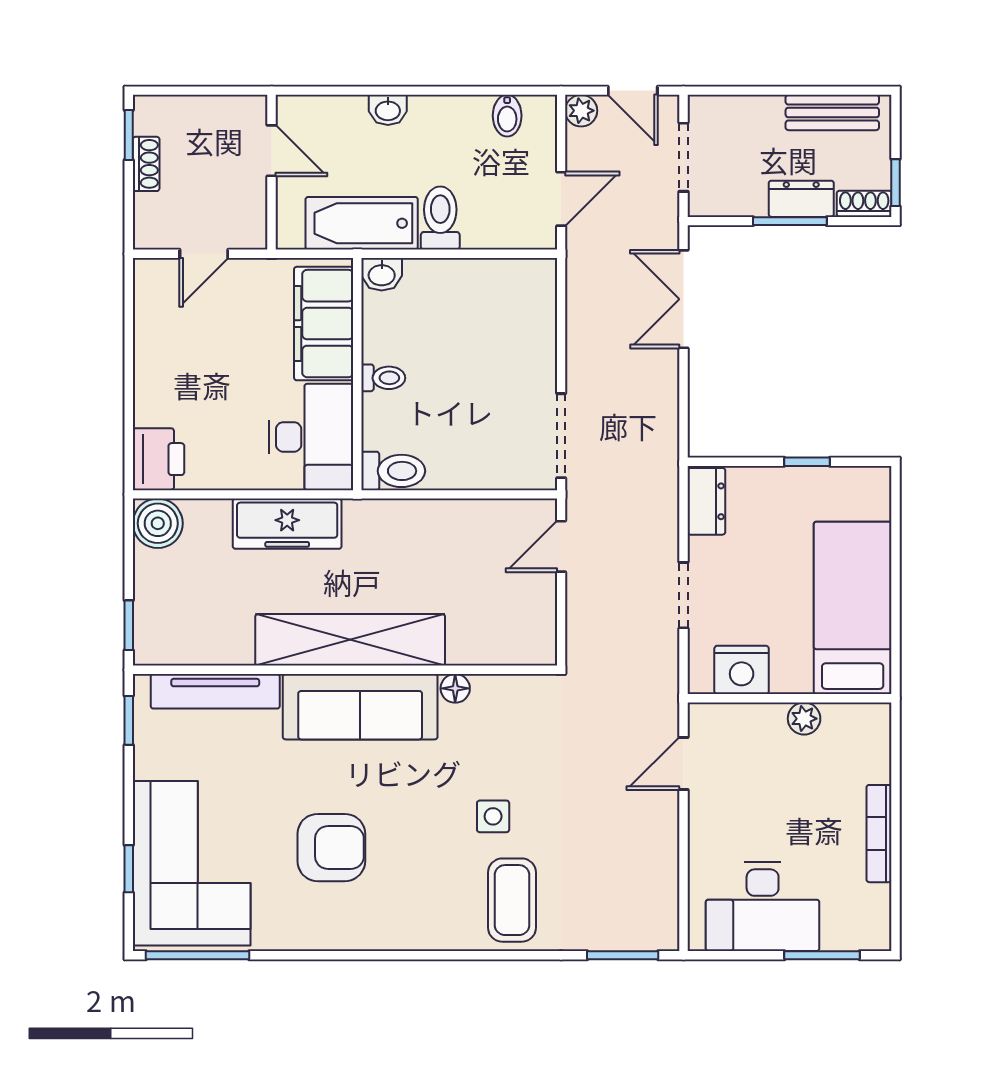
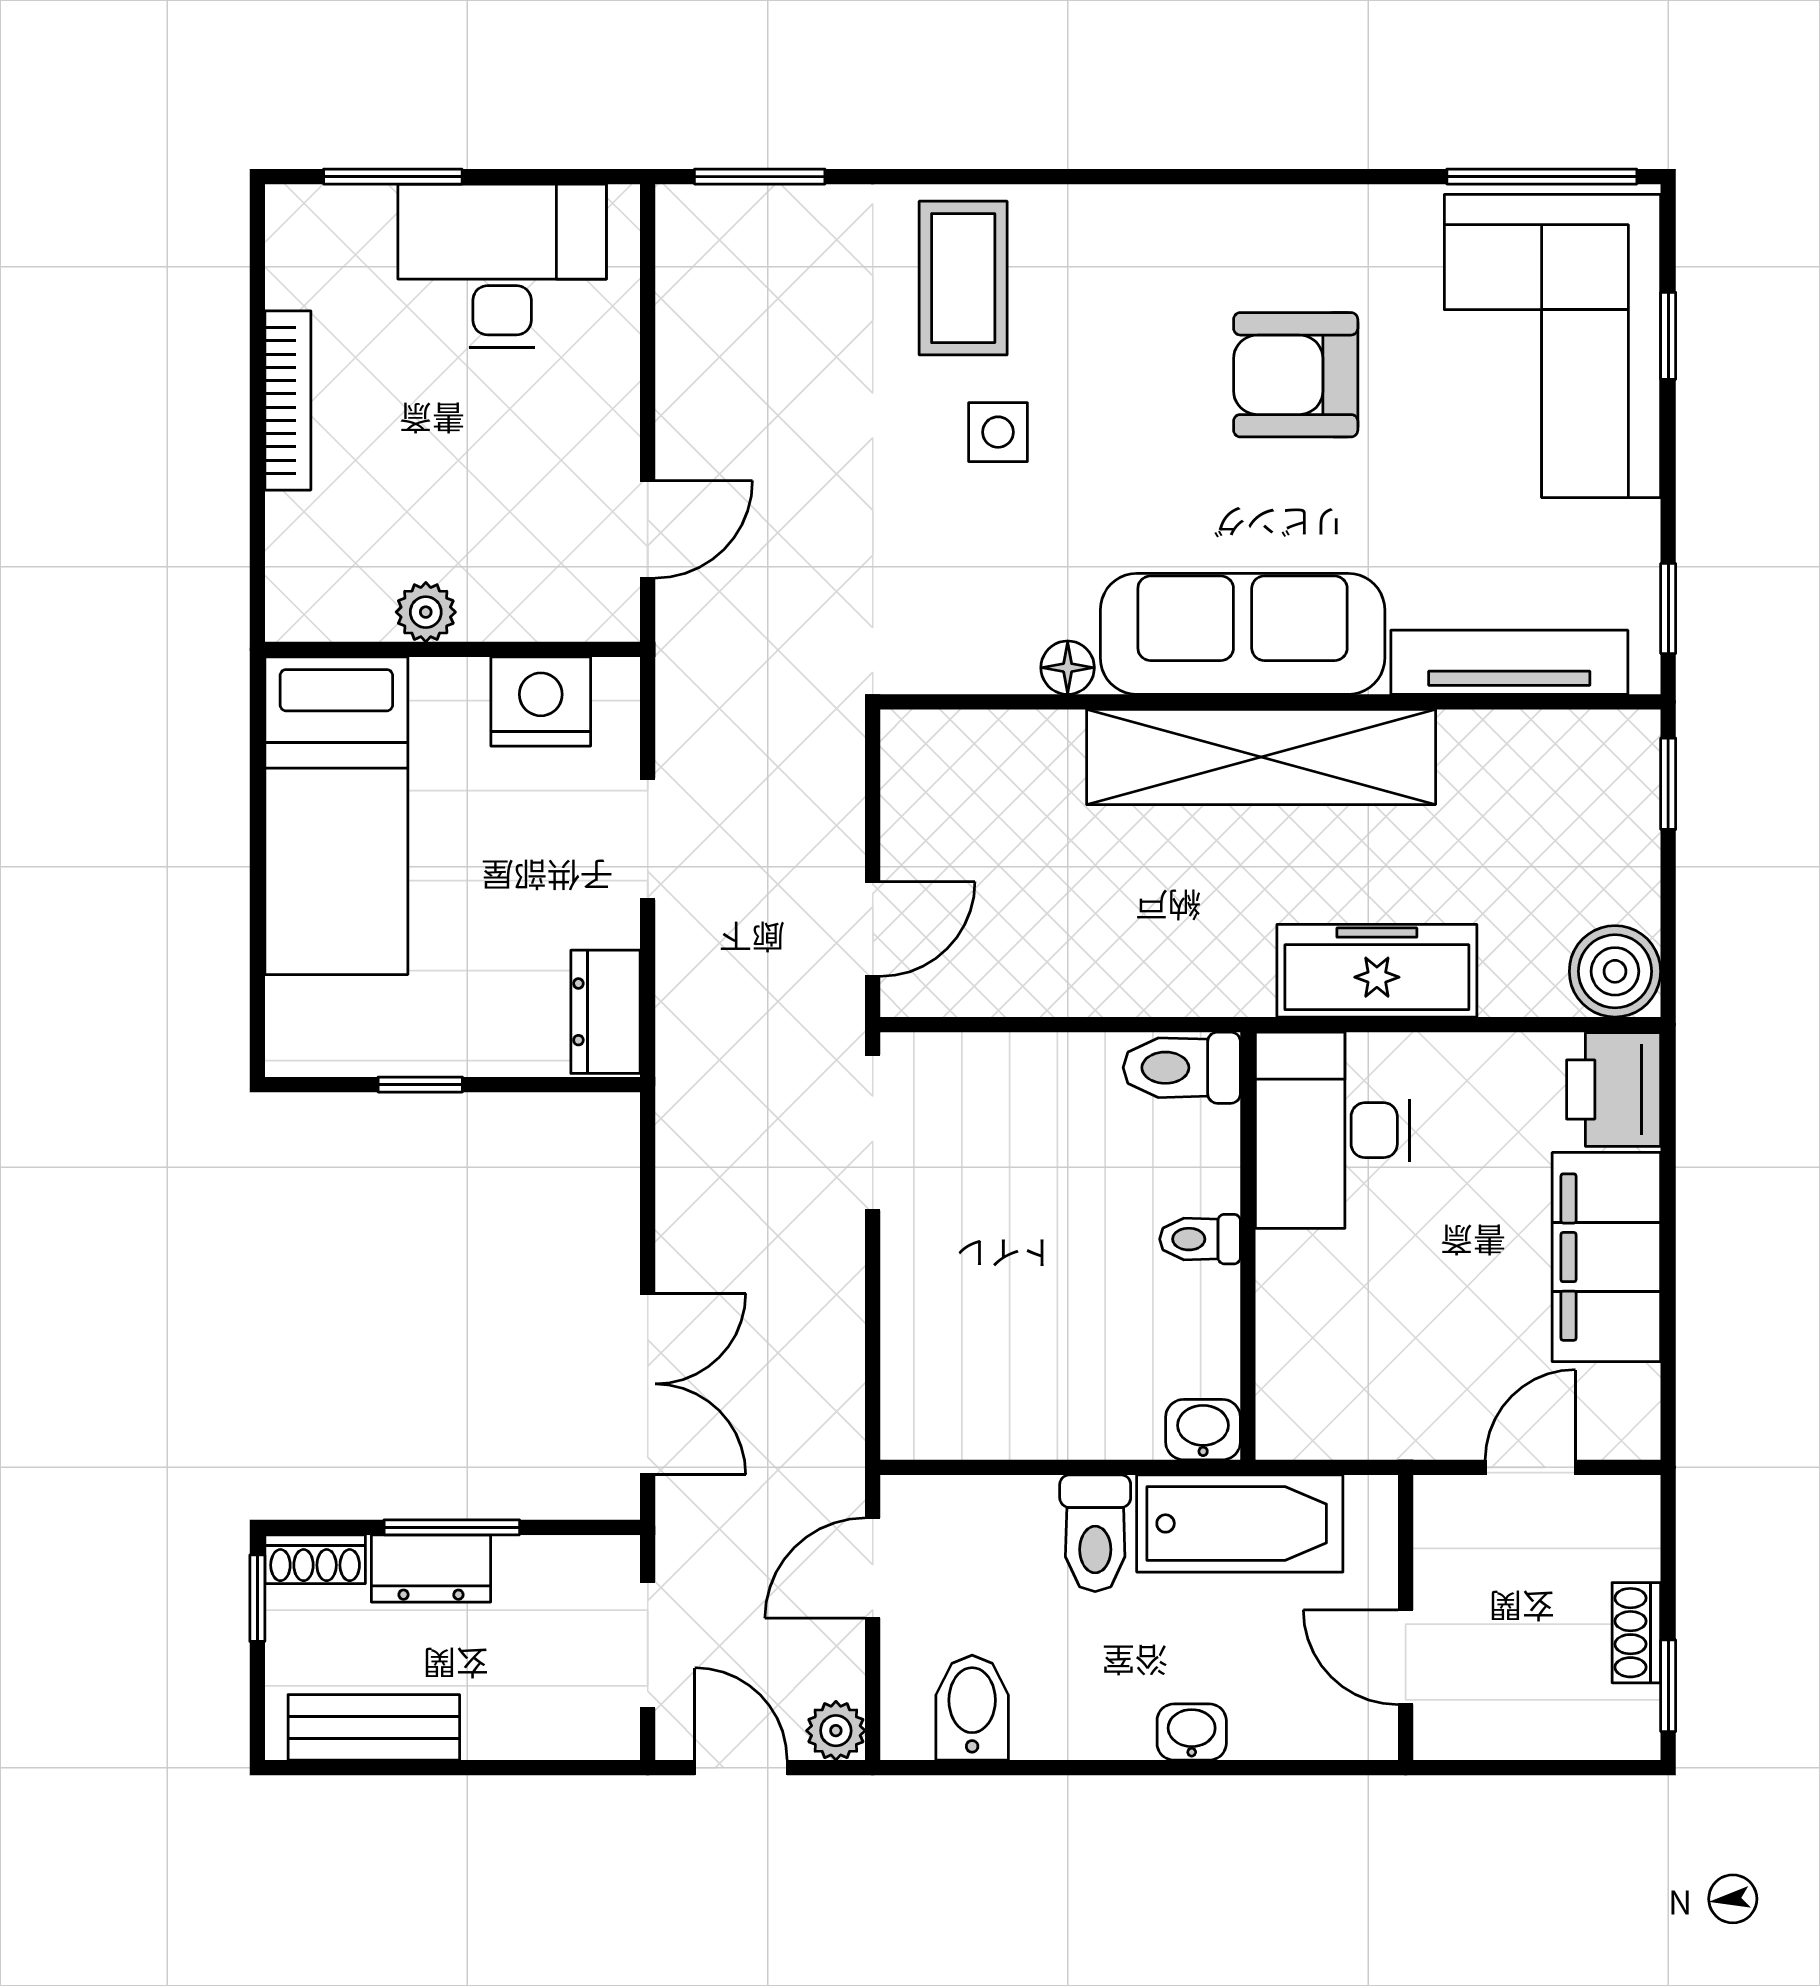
bidet: (507, 116) -> (972, 1708), width x1.38, depth x1.36
filing cabinet: (324, 324) -> (1606, 1257), moved, turned 180

